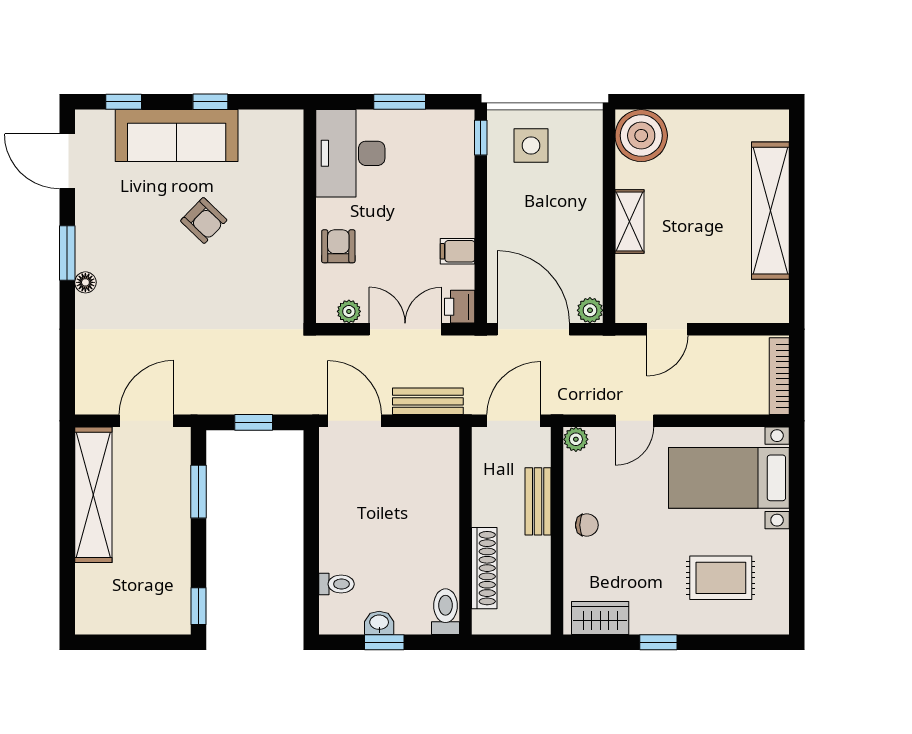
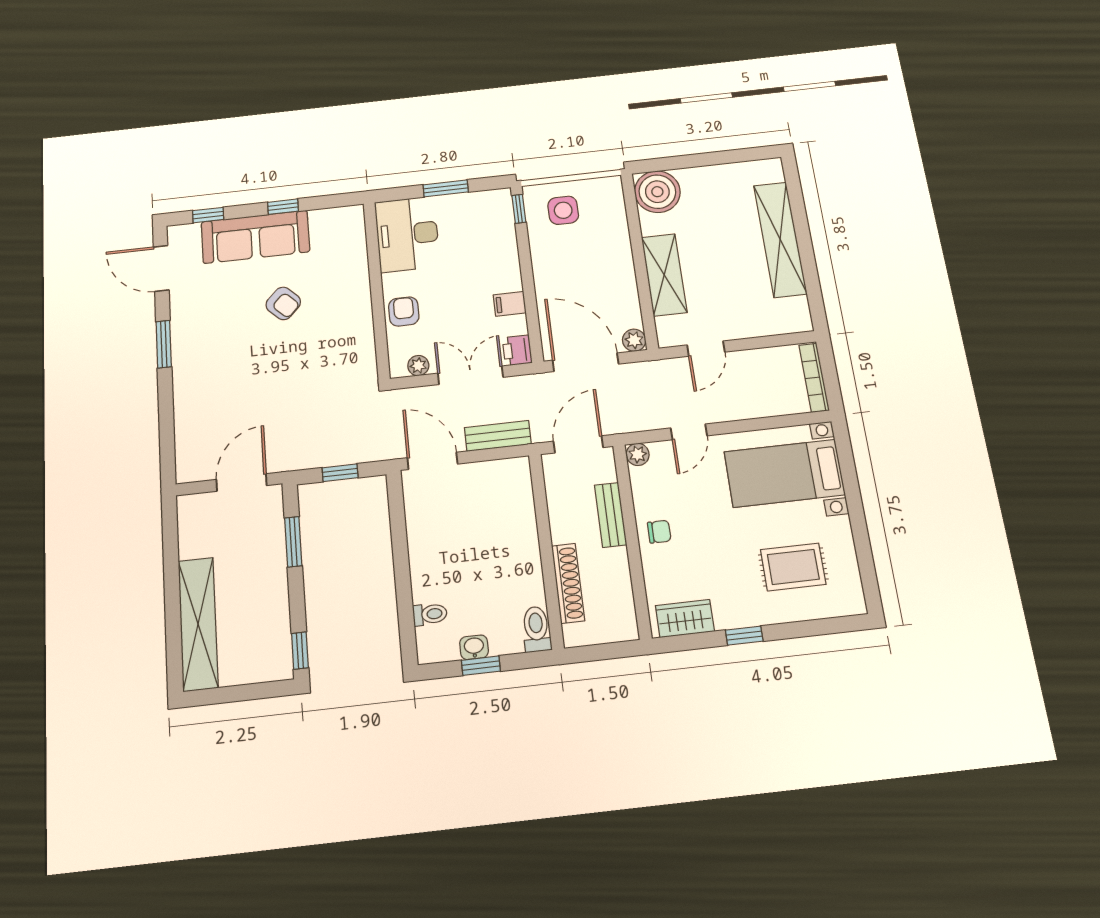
shelving: (629, 221) -> (664, 275), width x1.50, depth x1.33
floor lamp: (85, 282) -> (181, 367), removed
shelving: (93, 495) -> (198, 624), moved

